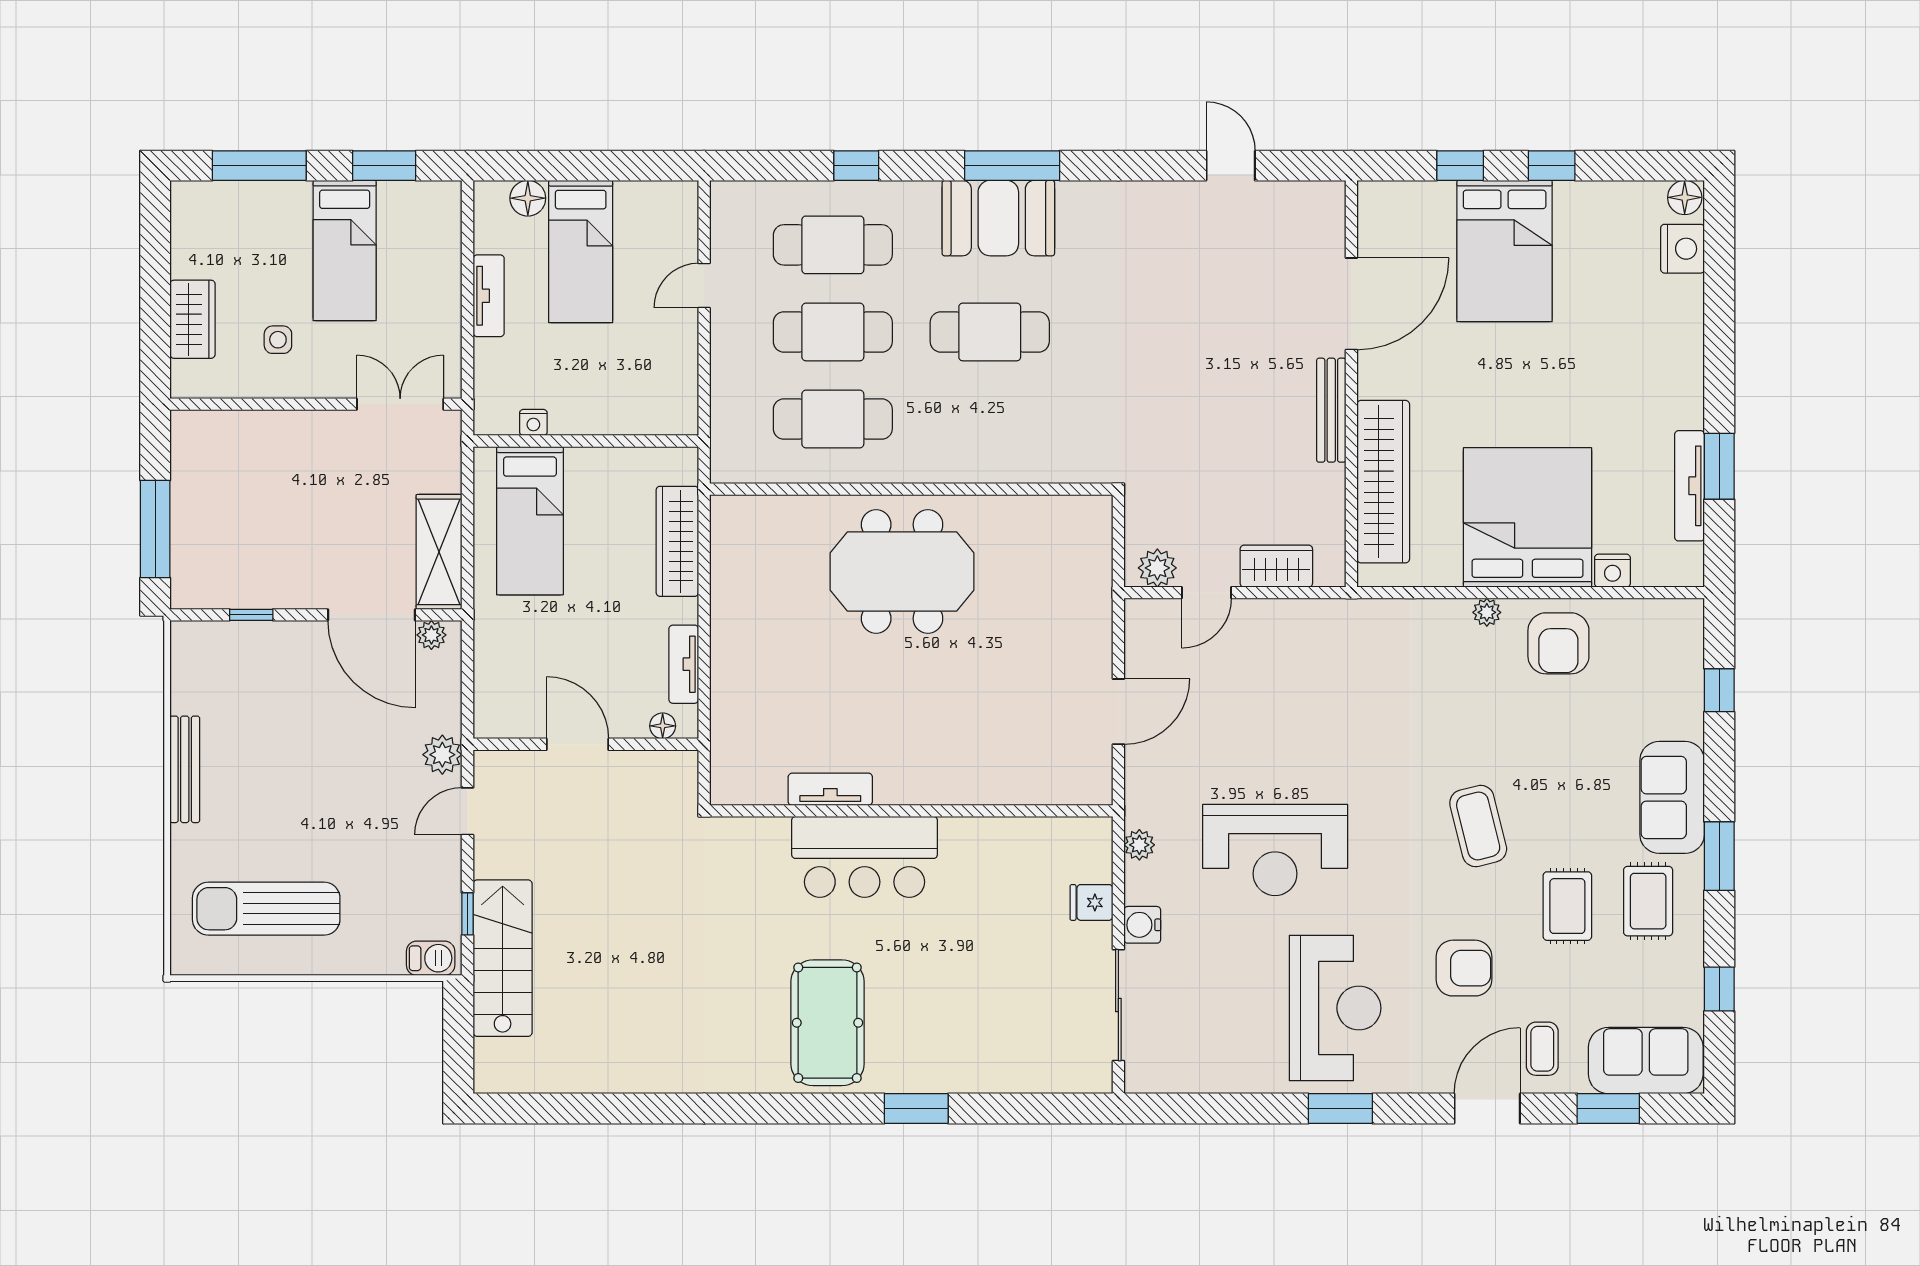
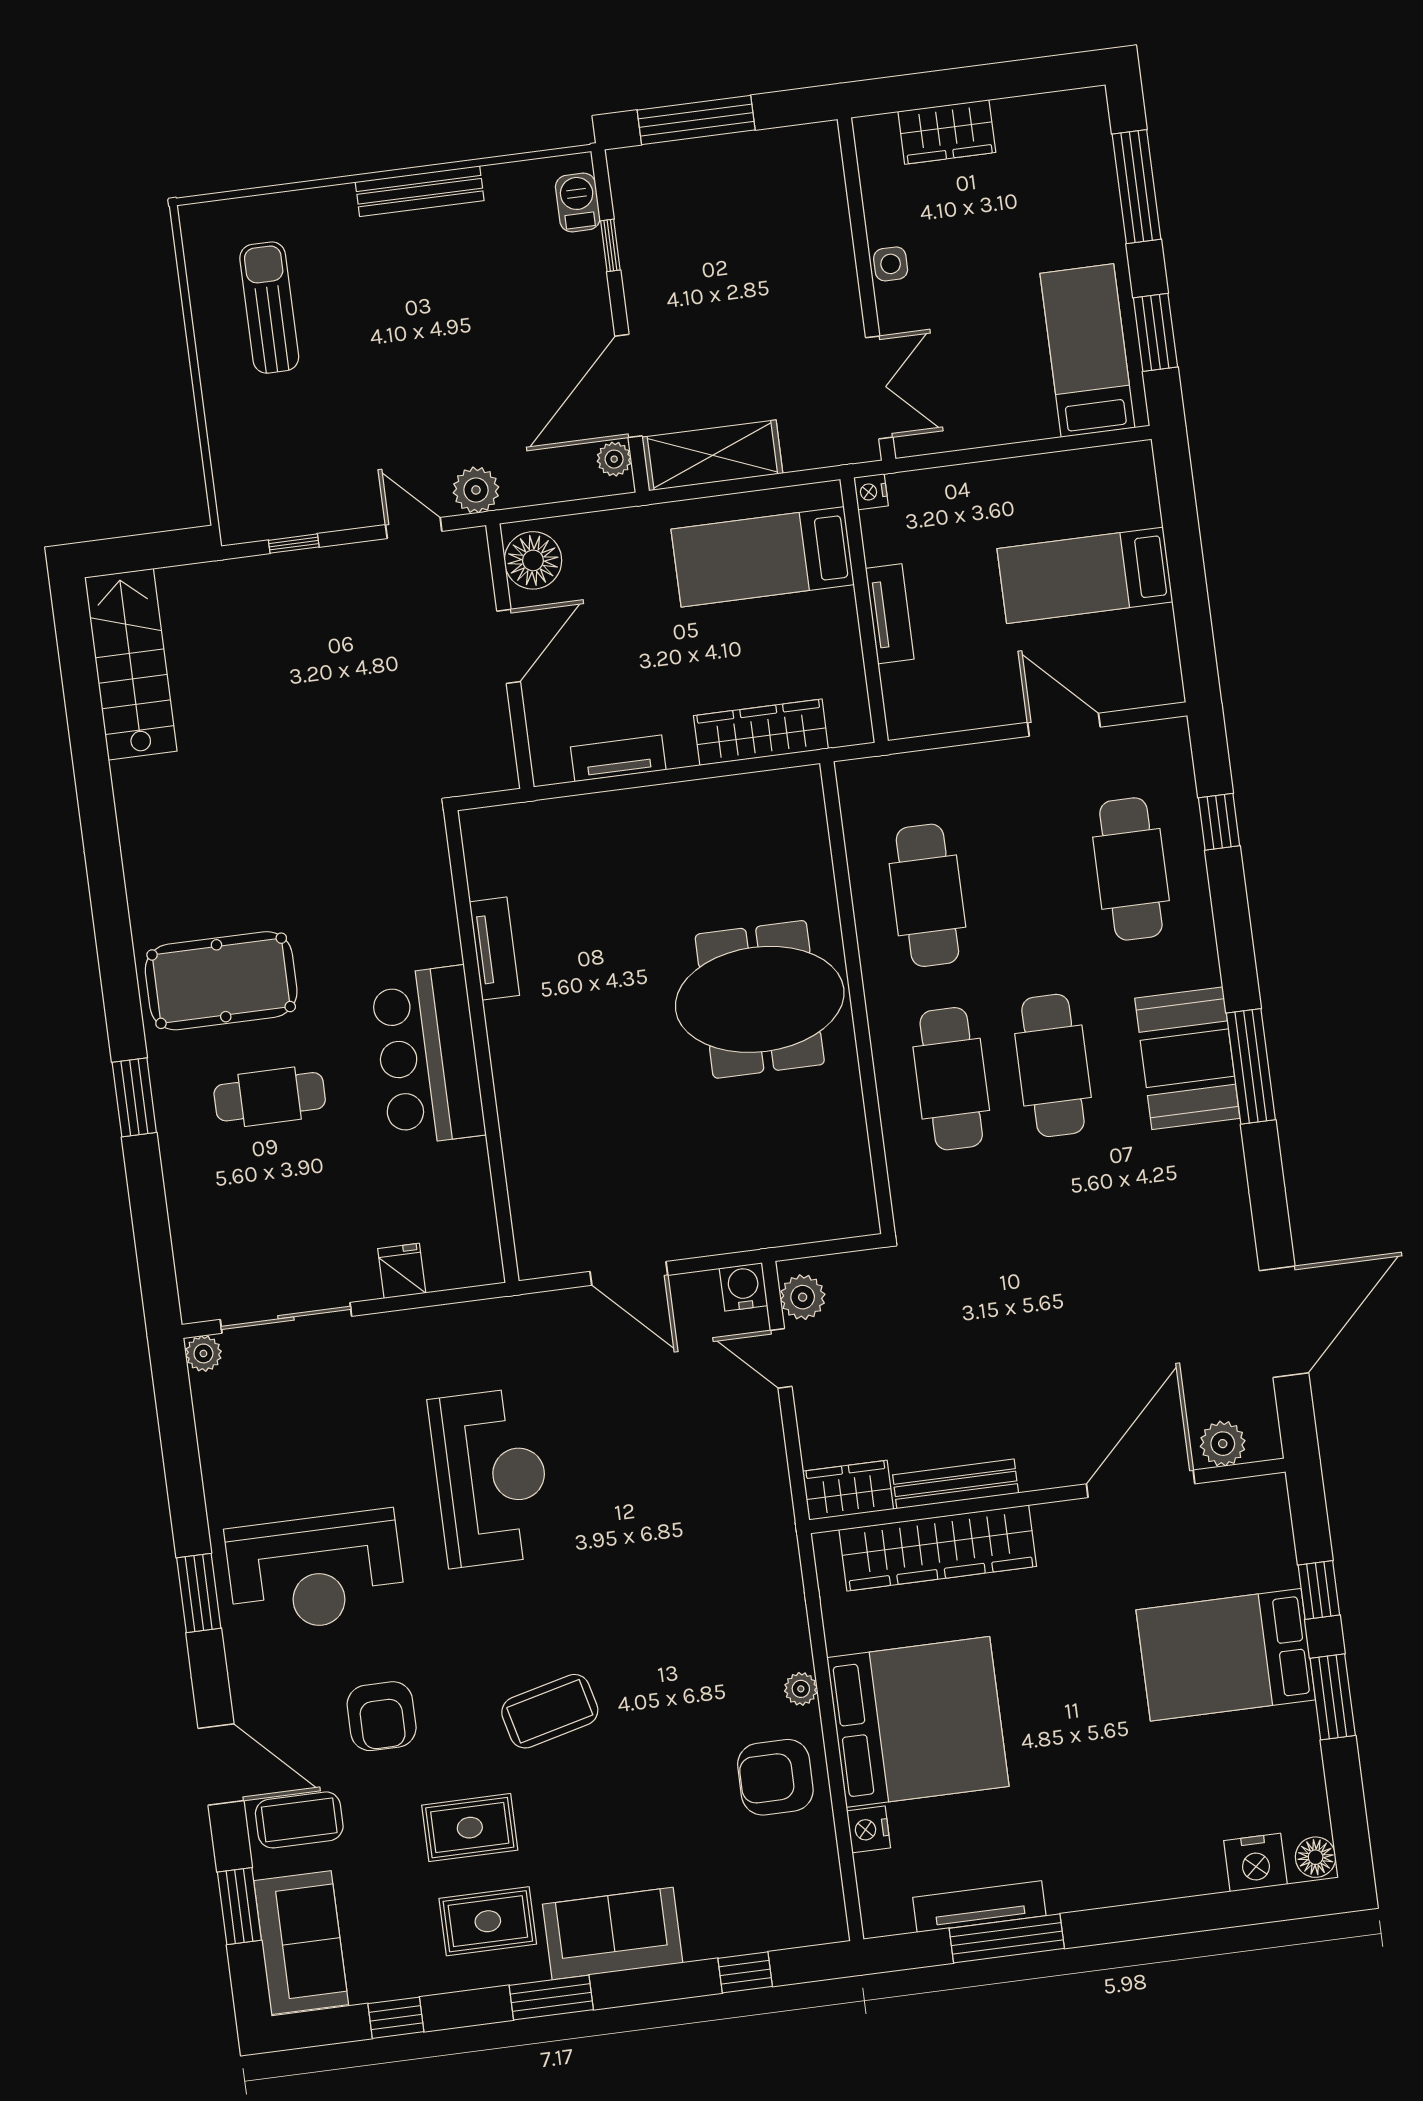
window: (856, 166) -> (1219, 822), moved
door: (1231, 166) -> (1284, 1322), width x1.87
window: (1552, 166) -> (1333, 1697), width x1.50
floor lamp: (528, 198) -> (1139, 505), removed
plant: (1327, 230) -> (1223, 1444), added
bed: (345, 251) -> (1087, 351), moved, turned 90
door: (704, 285) -> (1064, 725), width x1.37
tv unit: (489, 296) -> (890, 614), moved, turned -90
door: (1351, 304) -> (1141, 1484), swing flipped
cafe table: (833, 332) -> (951, 1079), moved
side table: (278, 340) -> (891, 264), moved
bench: (1331, 410) -> (956, 1484), moved
nightstand: (533, 422) -> (871, 492), moved
window: (1719, 466) -> (1007, 1938), width x1.44
wardrobe: (1276, 566) -> (848, 1490), moved, turned -90
meeting table: (902, 572) -> (760, 999), turned 90
floor lamp: (663, 726) -> (533, 560), moved, width x1.89, depth x1.89
plant: (1139, 845) -> (203, 1353), moved
reception desk: (1275, 850) -> (491, 1477), turned 180
bar counter: (865, 857) -> (428, 1056), moved
sun lounger: (266, 909) -> (269, 308), width x0.73, depth x0.75
water cooler: (1142, 925) -> (744, 1287), moved
barbecue: (431, 958) -> (578, 202), moved, turned 180
stairs: (503, 958) -> (131, 664), moved, turned -90
cafe table: (930, 995) -> (270, 1097), added
coffee table: (1542, 1049) -> (299, 1820), width x1.36, depth x1.30

